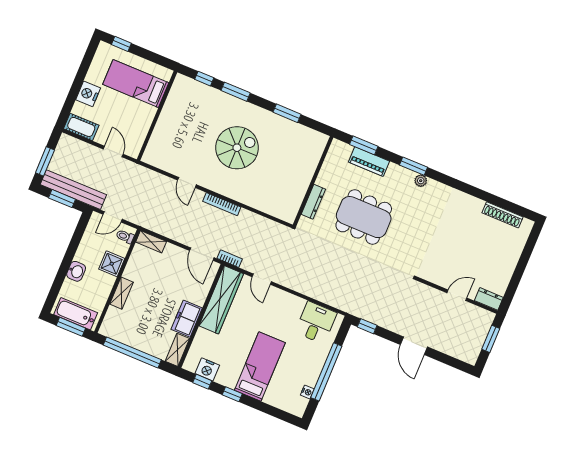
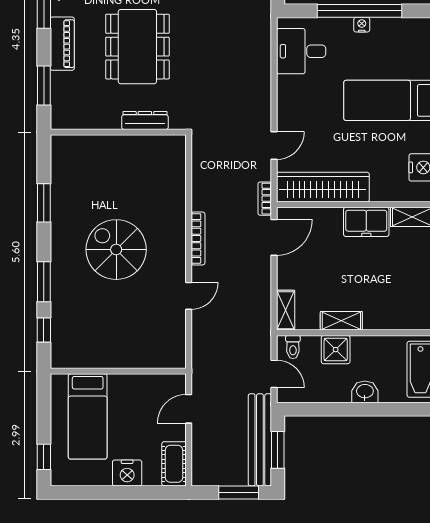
piano: (369, 162) -> (62, 44), moved
shelving: (121, 293) -> (341, 321), moved
nightstand: (307, 392) -> (362, 25), moved

